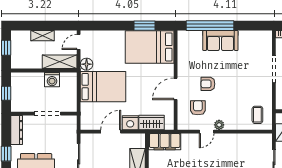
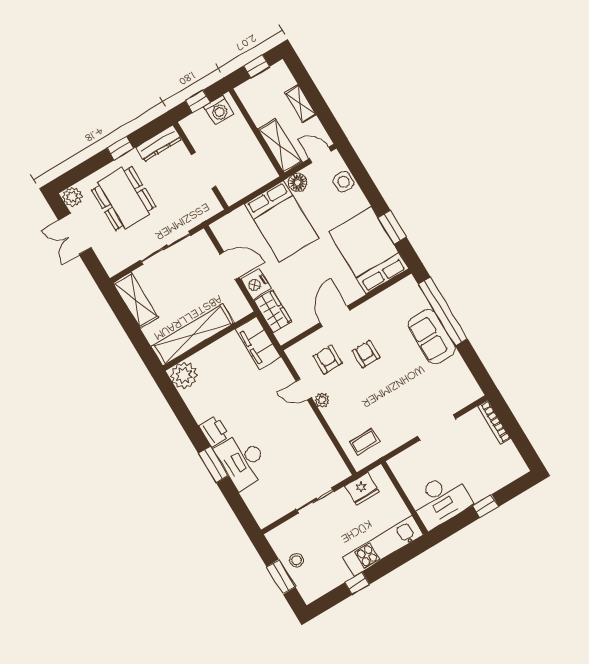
side table: (102, 38) -> (344, 182), added
washing machine: (52, 80) -> (219, 110), moved, turned -90
door: (176, 89) -> (335, 316), hinge flipped
armchair: (198, 108) -> (328, 360), turned -90

